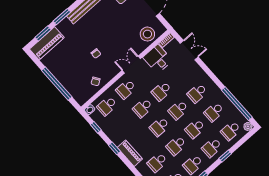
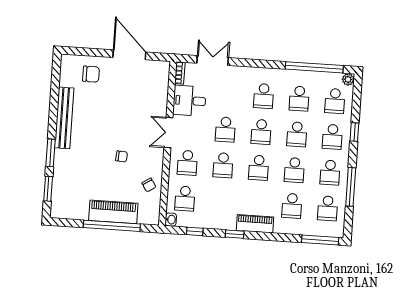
stool: (147, 34) -> (154, 86), removed
piano: (47, 43) -> (113, 212), moved, turned -90

